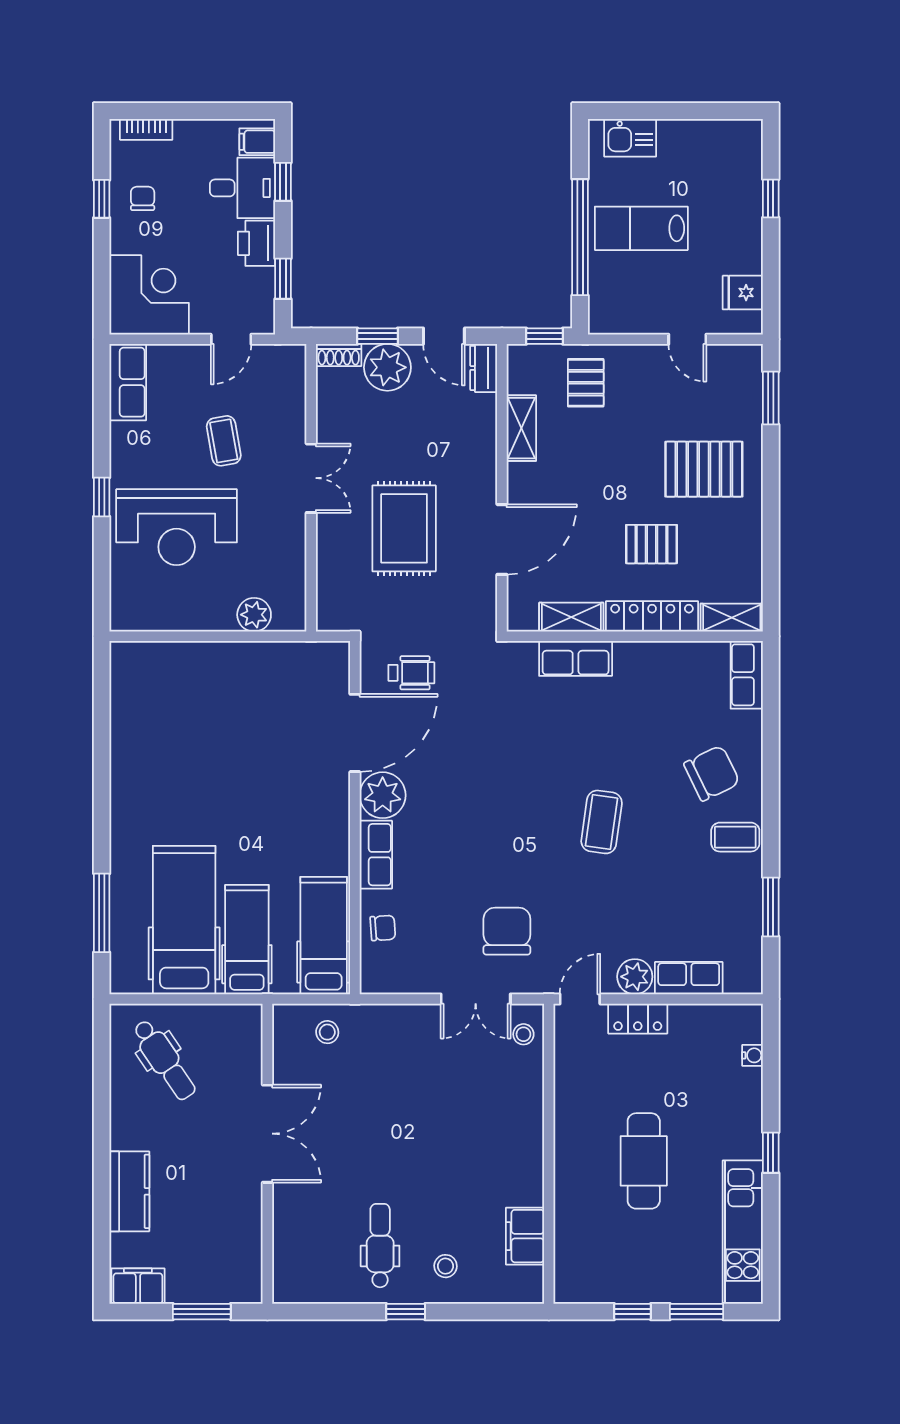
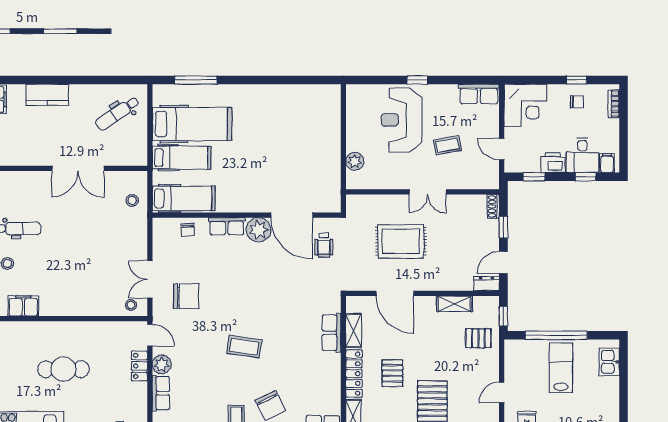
plant: (387, 367) -> (487, 232), removed

